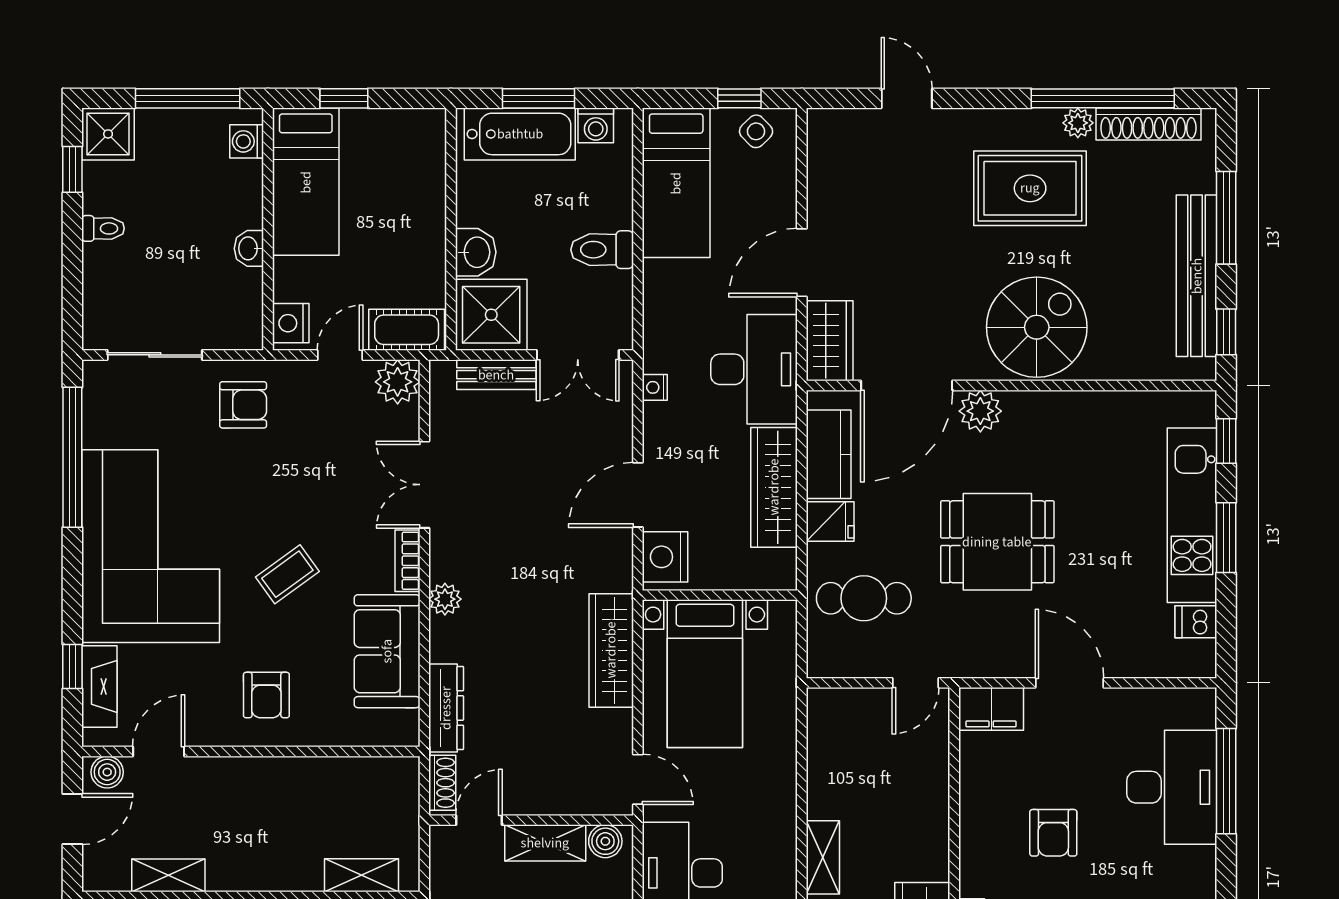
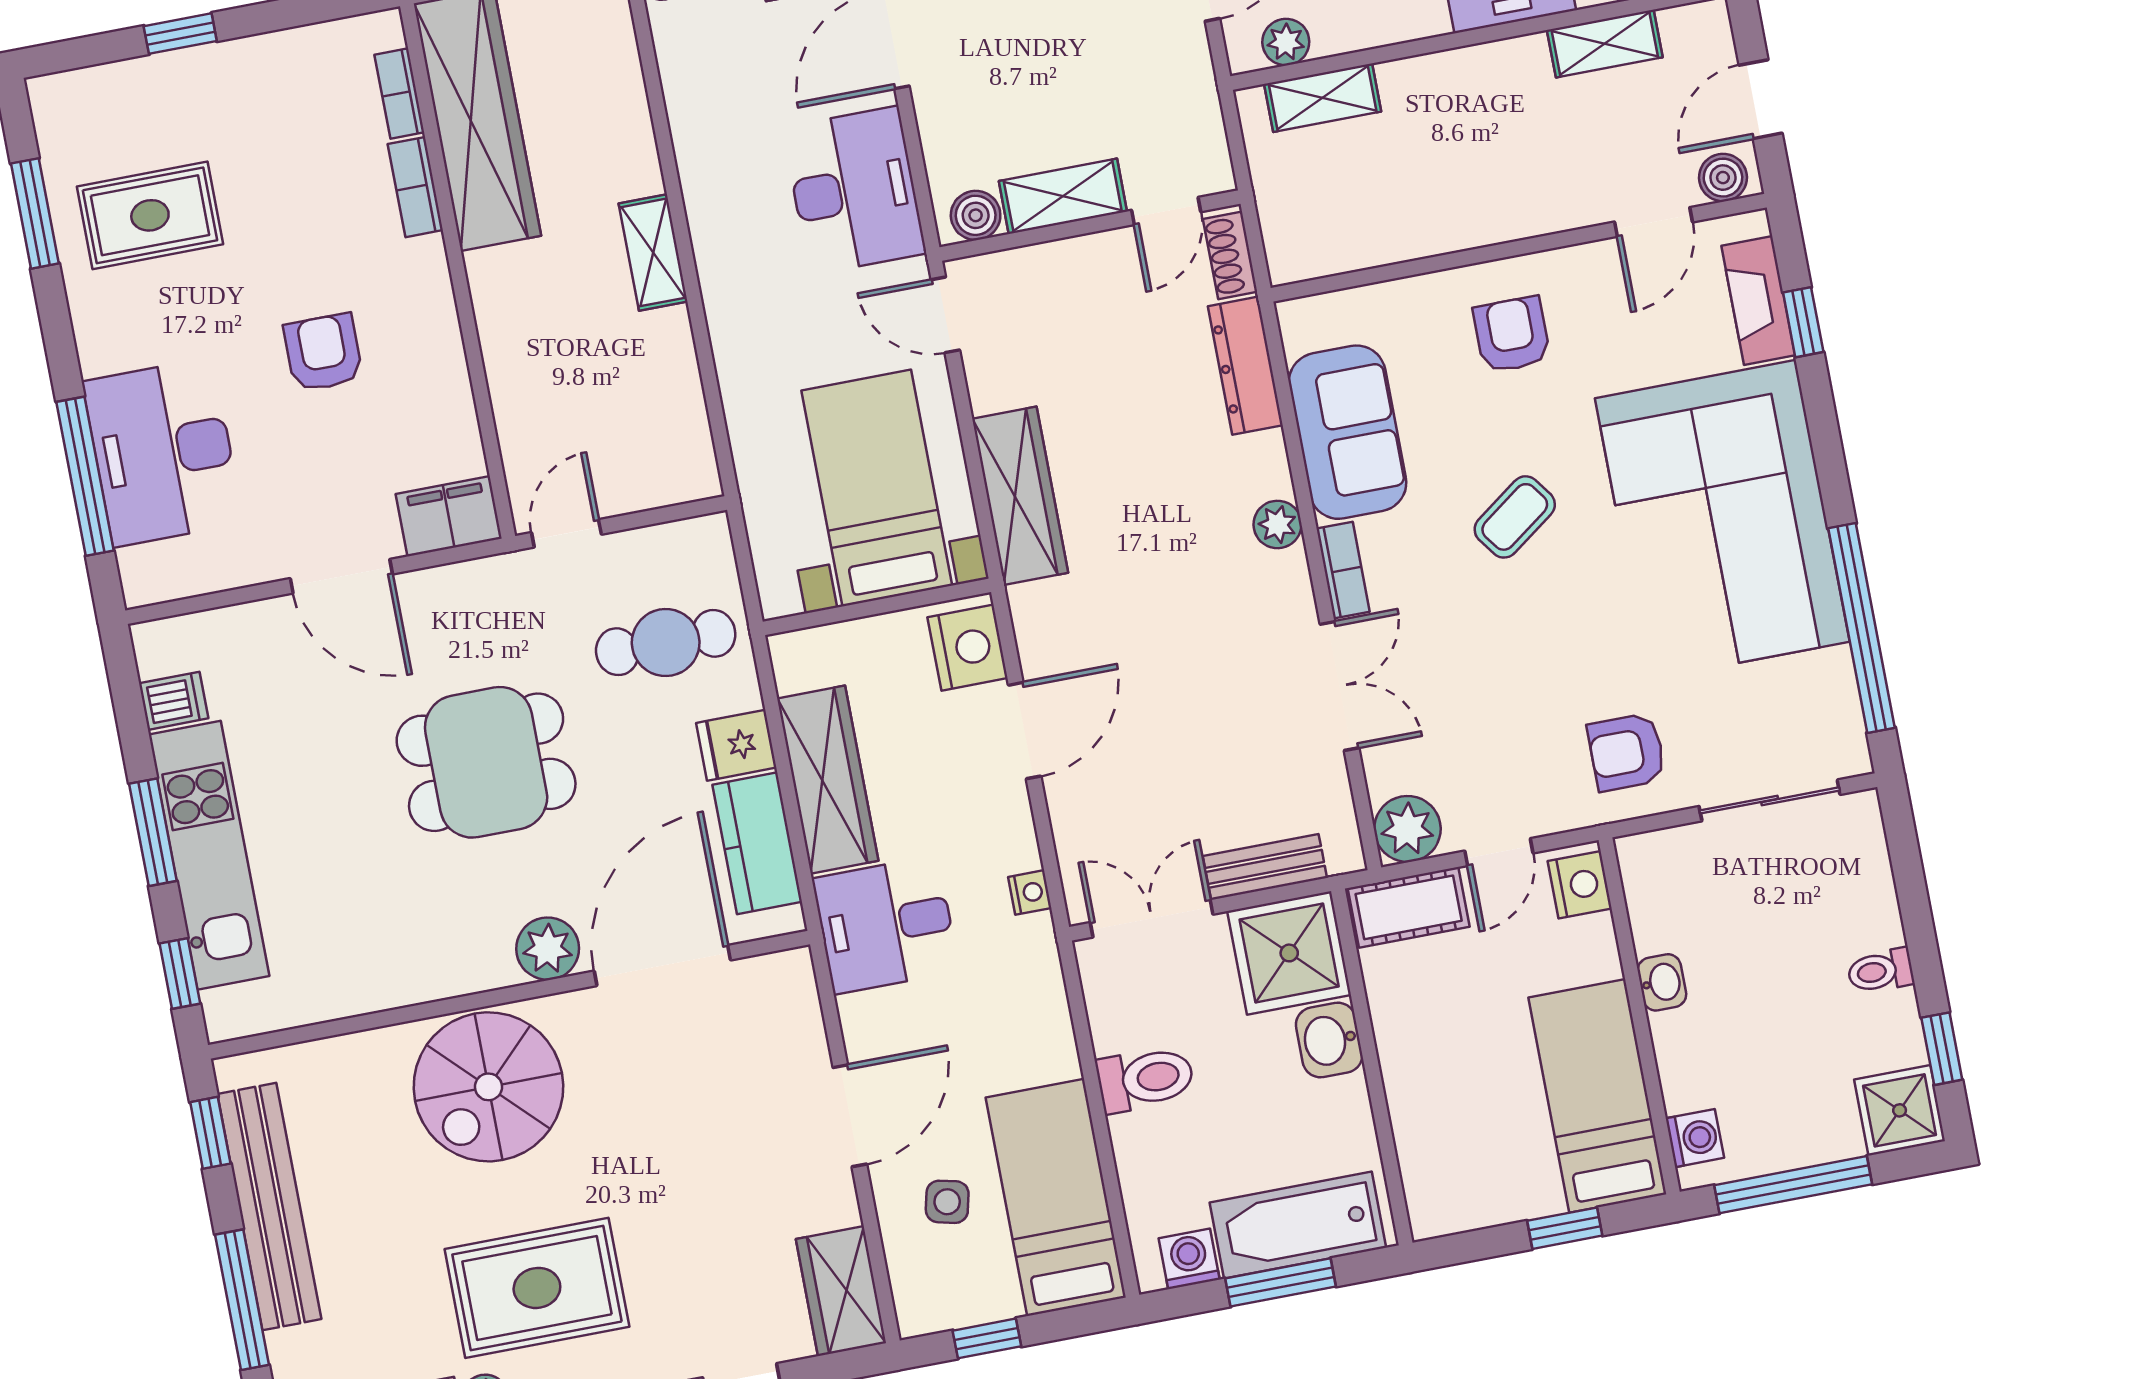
side table: (756, 131) -> (947, 1202), moved, turned -33
wardrobe: (830, 341) -> (841, 1291), moved
desk: (754, 369) -> (886, 925), width x0.73

